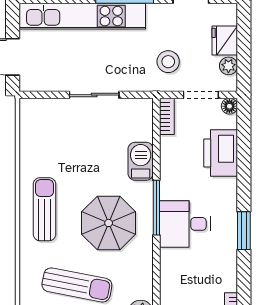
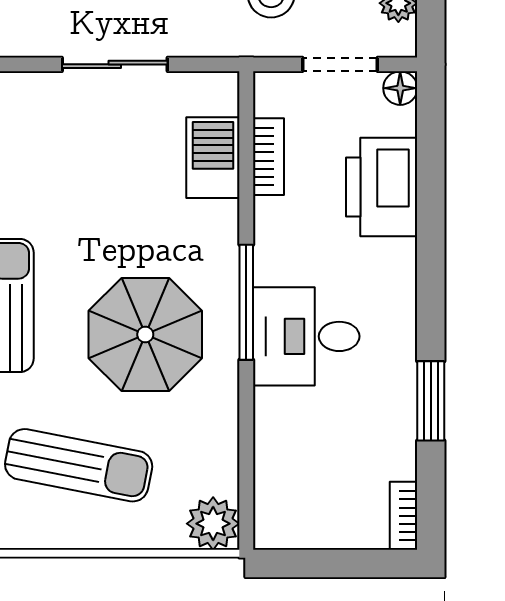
bookcase: (167, 116) -> (268, 157), moved
barbecue: (141, 161) -> (213, 158), moved
window: (244, 231) -> (431, 401), moved

